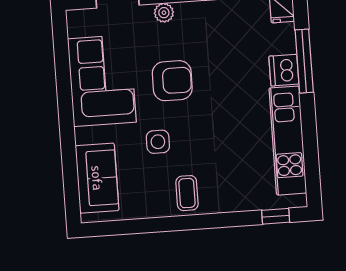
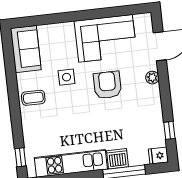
armchair: (172, 81) -> (107, 85), turned 180
sofa: (97, 178) -> (26, 49), moved, turned -90

